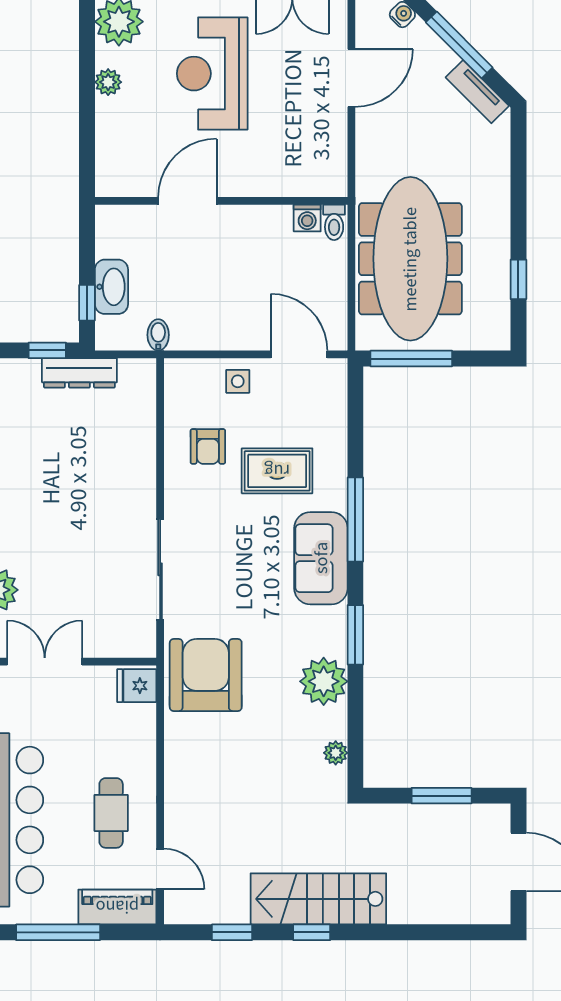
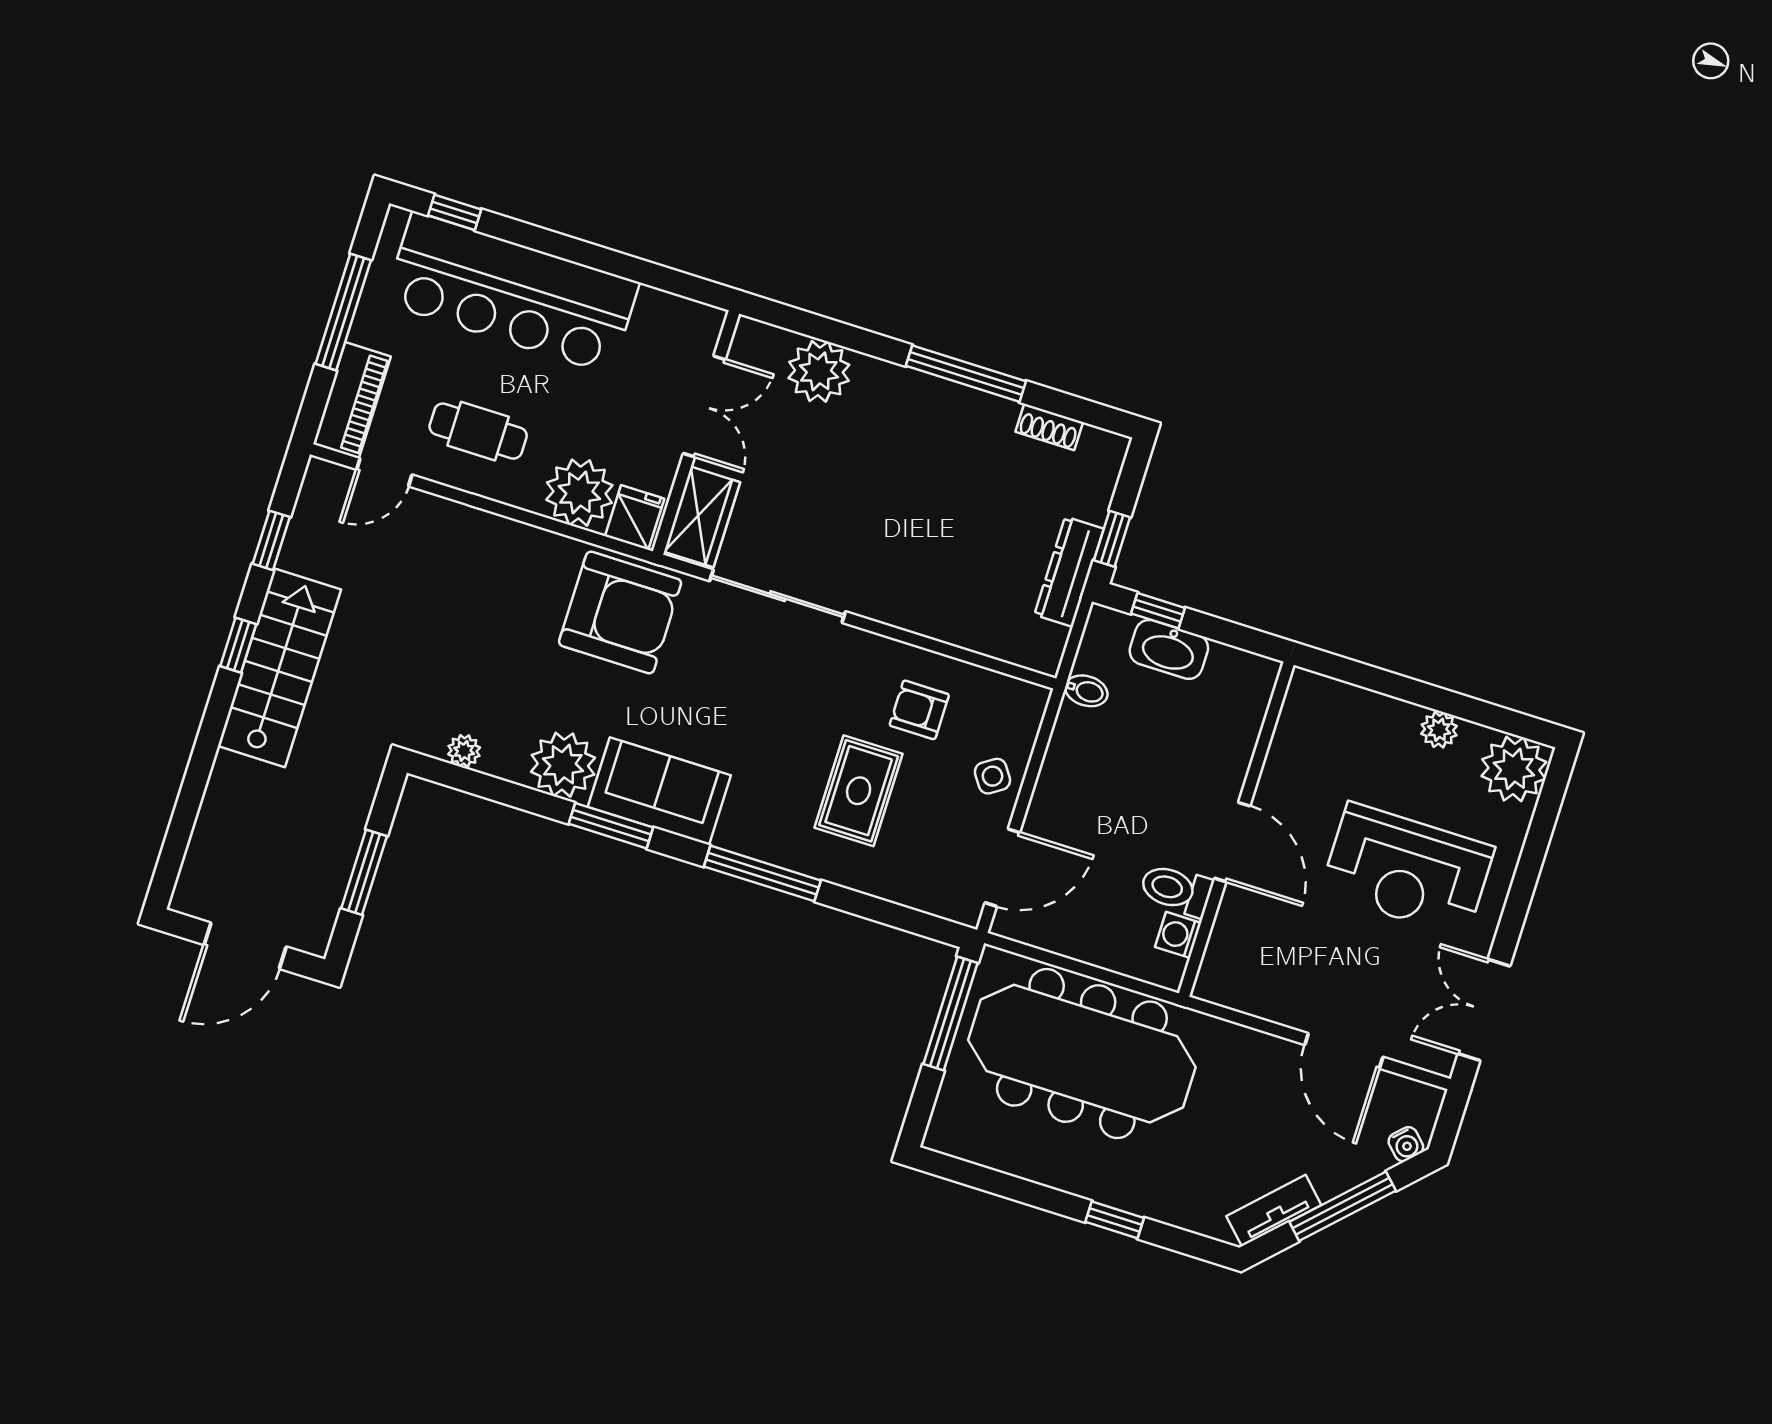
reception desk: (212, 74) -> (1407, 870), turned 180
door: (187, 201) -> (1232, 842), moved
toilet: (334, 222) -> (1176, 890), moved, width x1.37, depth x1.39
window: (518, 279) -> (1115, 1220), moved
side table: (238, 381) -> (992, 776), turned -34
sofa: (321, 558) -> (659, 791), moved
wardrobe: (122, 639) -> (702, 517), added
plant: (132, 729) -> (579, 493), added

